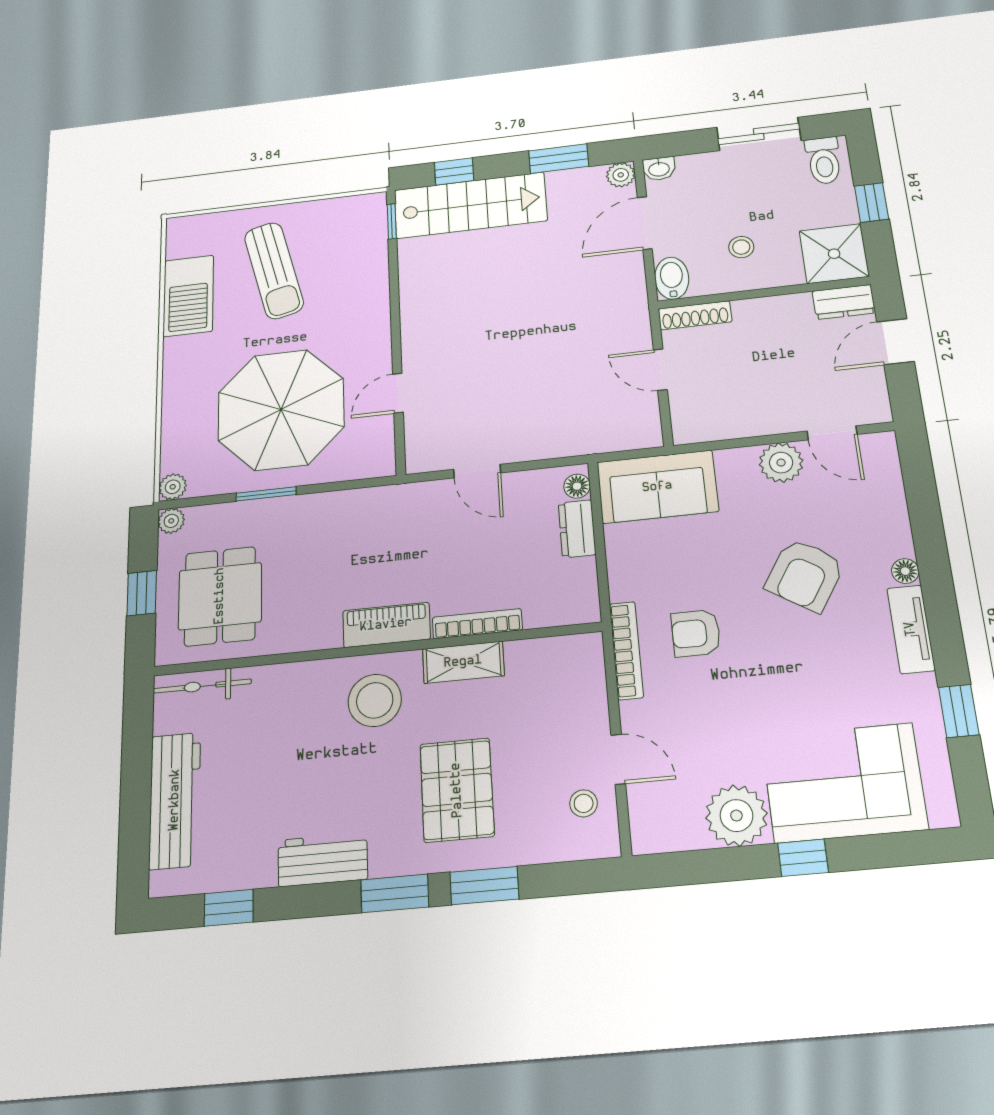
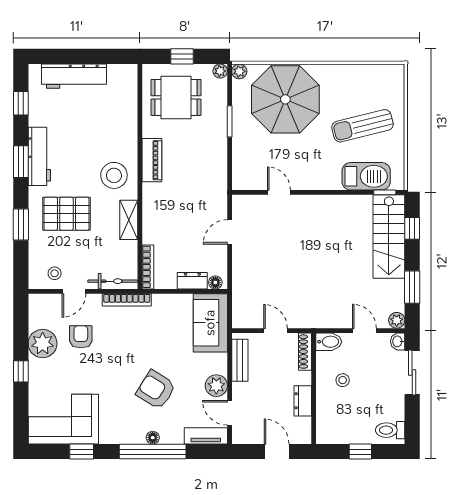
sliding door: (759, 134) -> (412, 372), moved
door: (645, 223) -> (364, 331), width x0.73
shower: (834, 254) -> (332, 428), removed
barbecue: (188, 296) -> (366, 176), moved, turned 180
dresser: (844, 302) -> (303, 401), moved
door: (660, 370) -> (276, 331), hinge flipped
parasol: (281, 410) -> (285, 99), moved
bench: (725, 426) -> (240, 360), added
door: (832, 433) -> (230, 413), hinge flipped
window: (934, 568) -> (153, 452), added
bookcase: (477, 624) -> (148, 267), moved
piano: (386, 625) -> (152, 160), moved
tv unit: (911, 629) -> (206, 436), moved
armchair: (696, 633) -> (81, 337), moved
bicycle: (202, 686) -> (113, 281), moved, turned 90
corner sofa: (844, 783) -> (63, 419), moved, turned -90
workbench: (323, 860) -> (39, 156), width x1.38
window: (395, 893) -> (21, 162), moved

